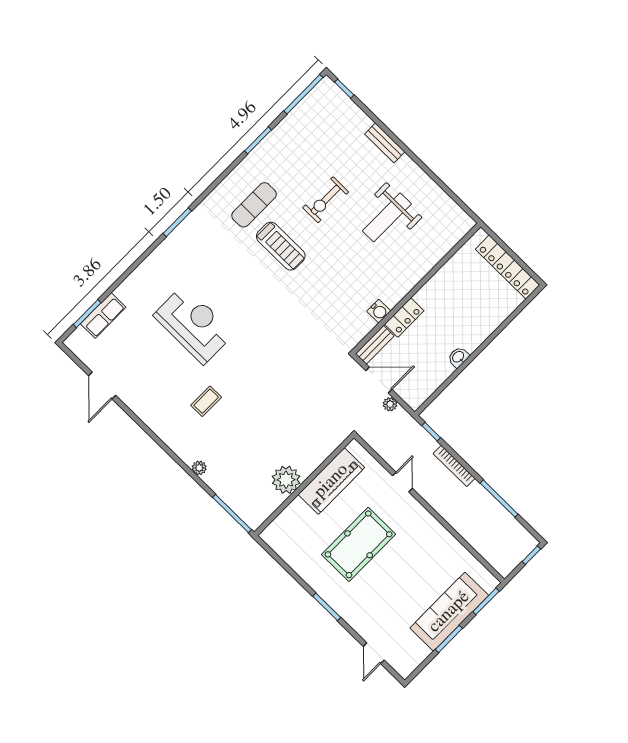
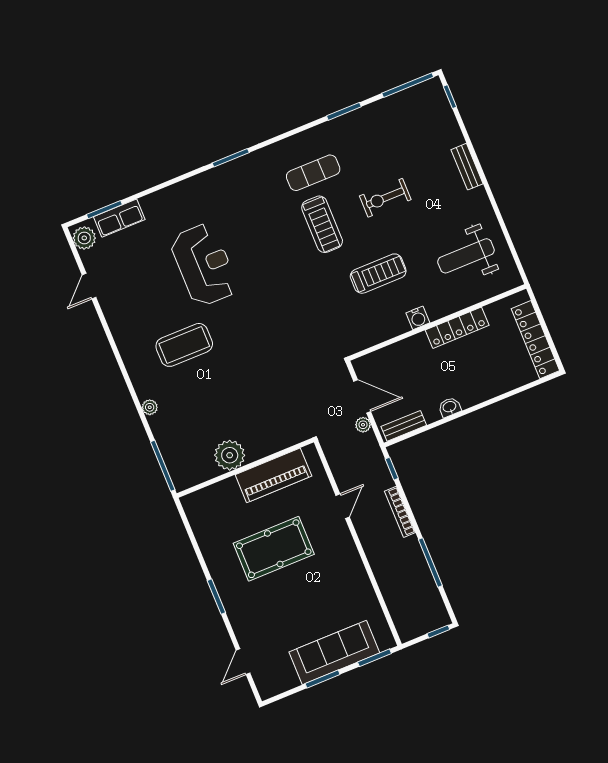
weight bench: (387, 217) -> (466, 256), moved
treadmill: (347, 268) -> (378, 274), added
water cooler: (379, 311) -> (418, 318), moved
locker: (404, 317) -> (457, 328), moved, width x1.53
bench: (375, 345) -> (404, 426), moved
plant: (80, 346) -> (84, 238), added
door: (102, 385) -> (89, 286), width x0.73
coffee table: (206, 401) -> (184, 345), width x1.86, depth x1.72

